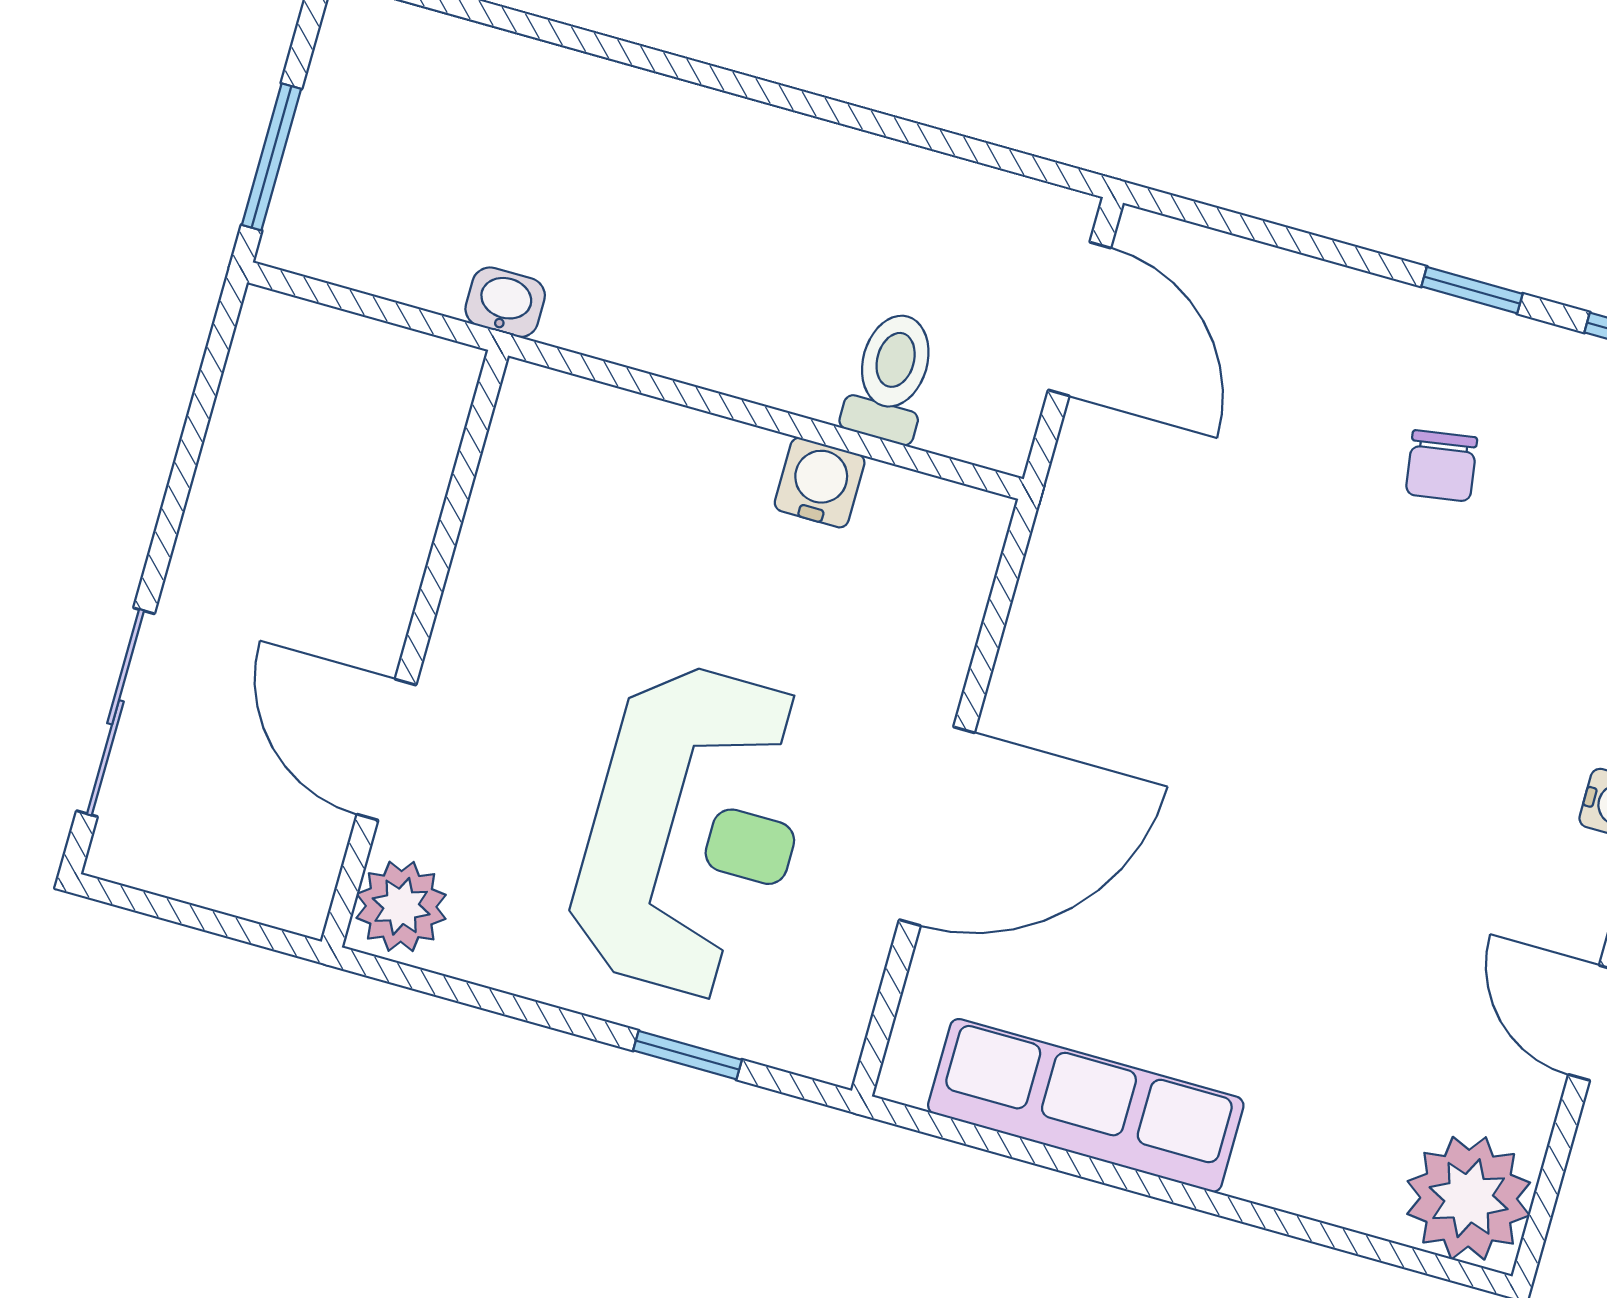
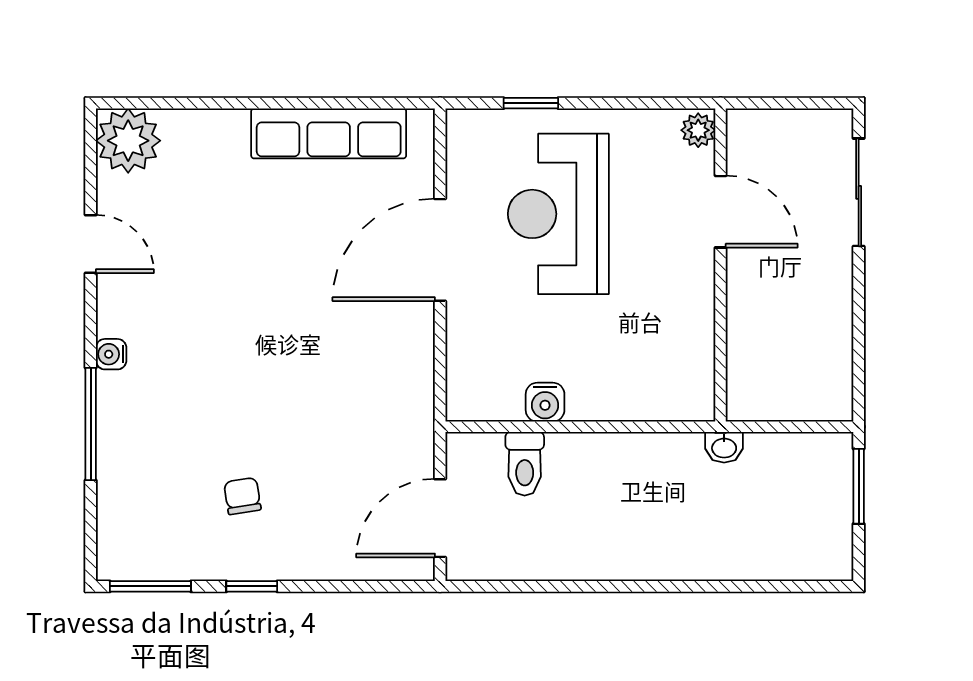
door: (1080, 319) -> (440, 518), hinge flipped
plant: (401, 906) -> (698, 130), width x0.73, depth x0.73

